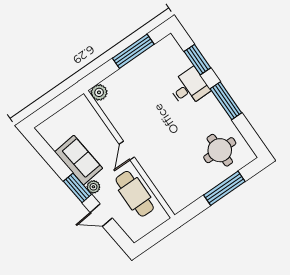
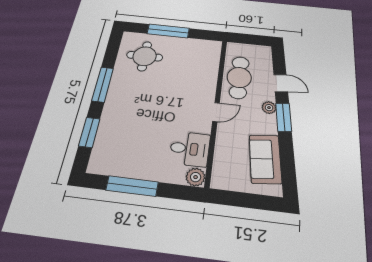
desk: (189, 88) -> (190, 149), moved, turned 180
sofa: (79, 160) -> (265, 159), moved

